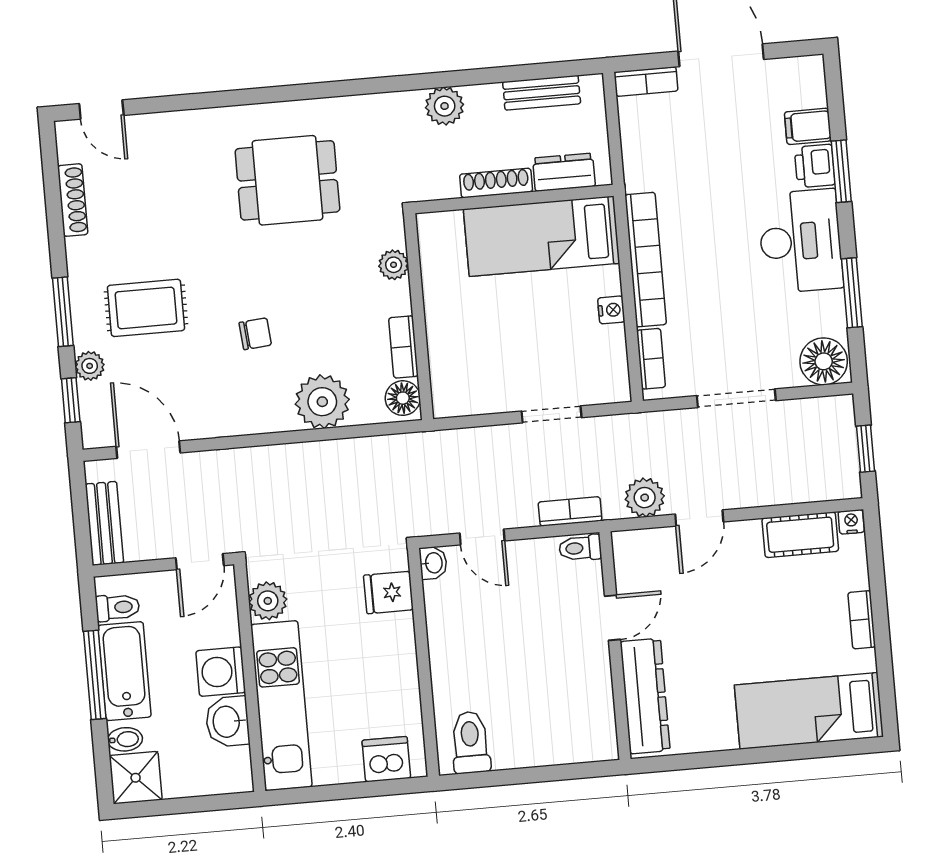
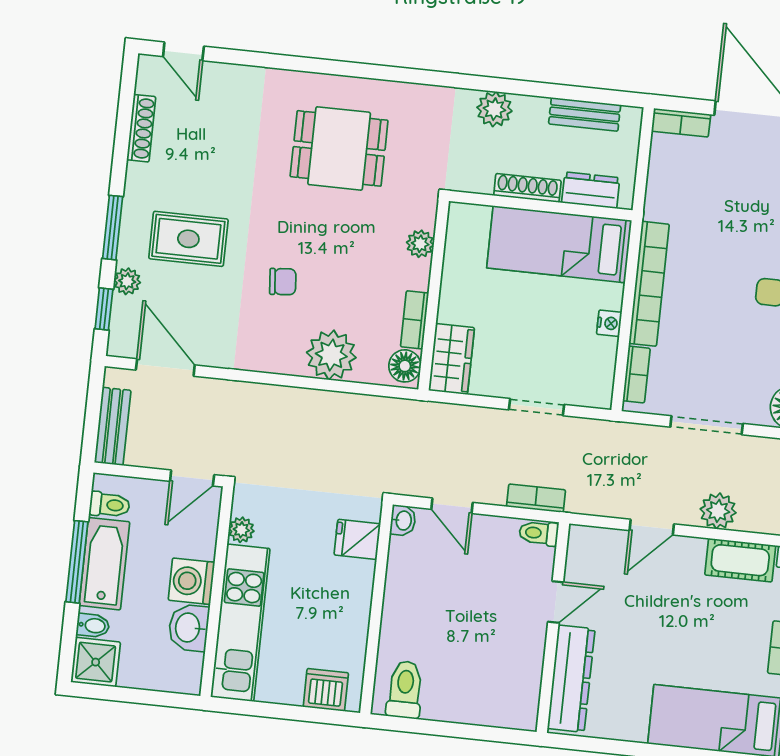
wardrobe: (451, 381) -> (451, 359), added
plant: (645, 498) -> (718, 511), moved
plant: (268, 601) -> (241, 530), width x0.73, depth x0.73

